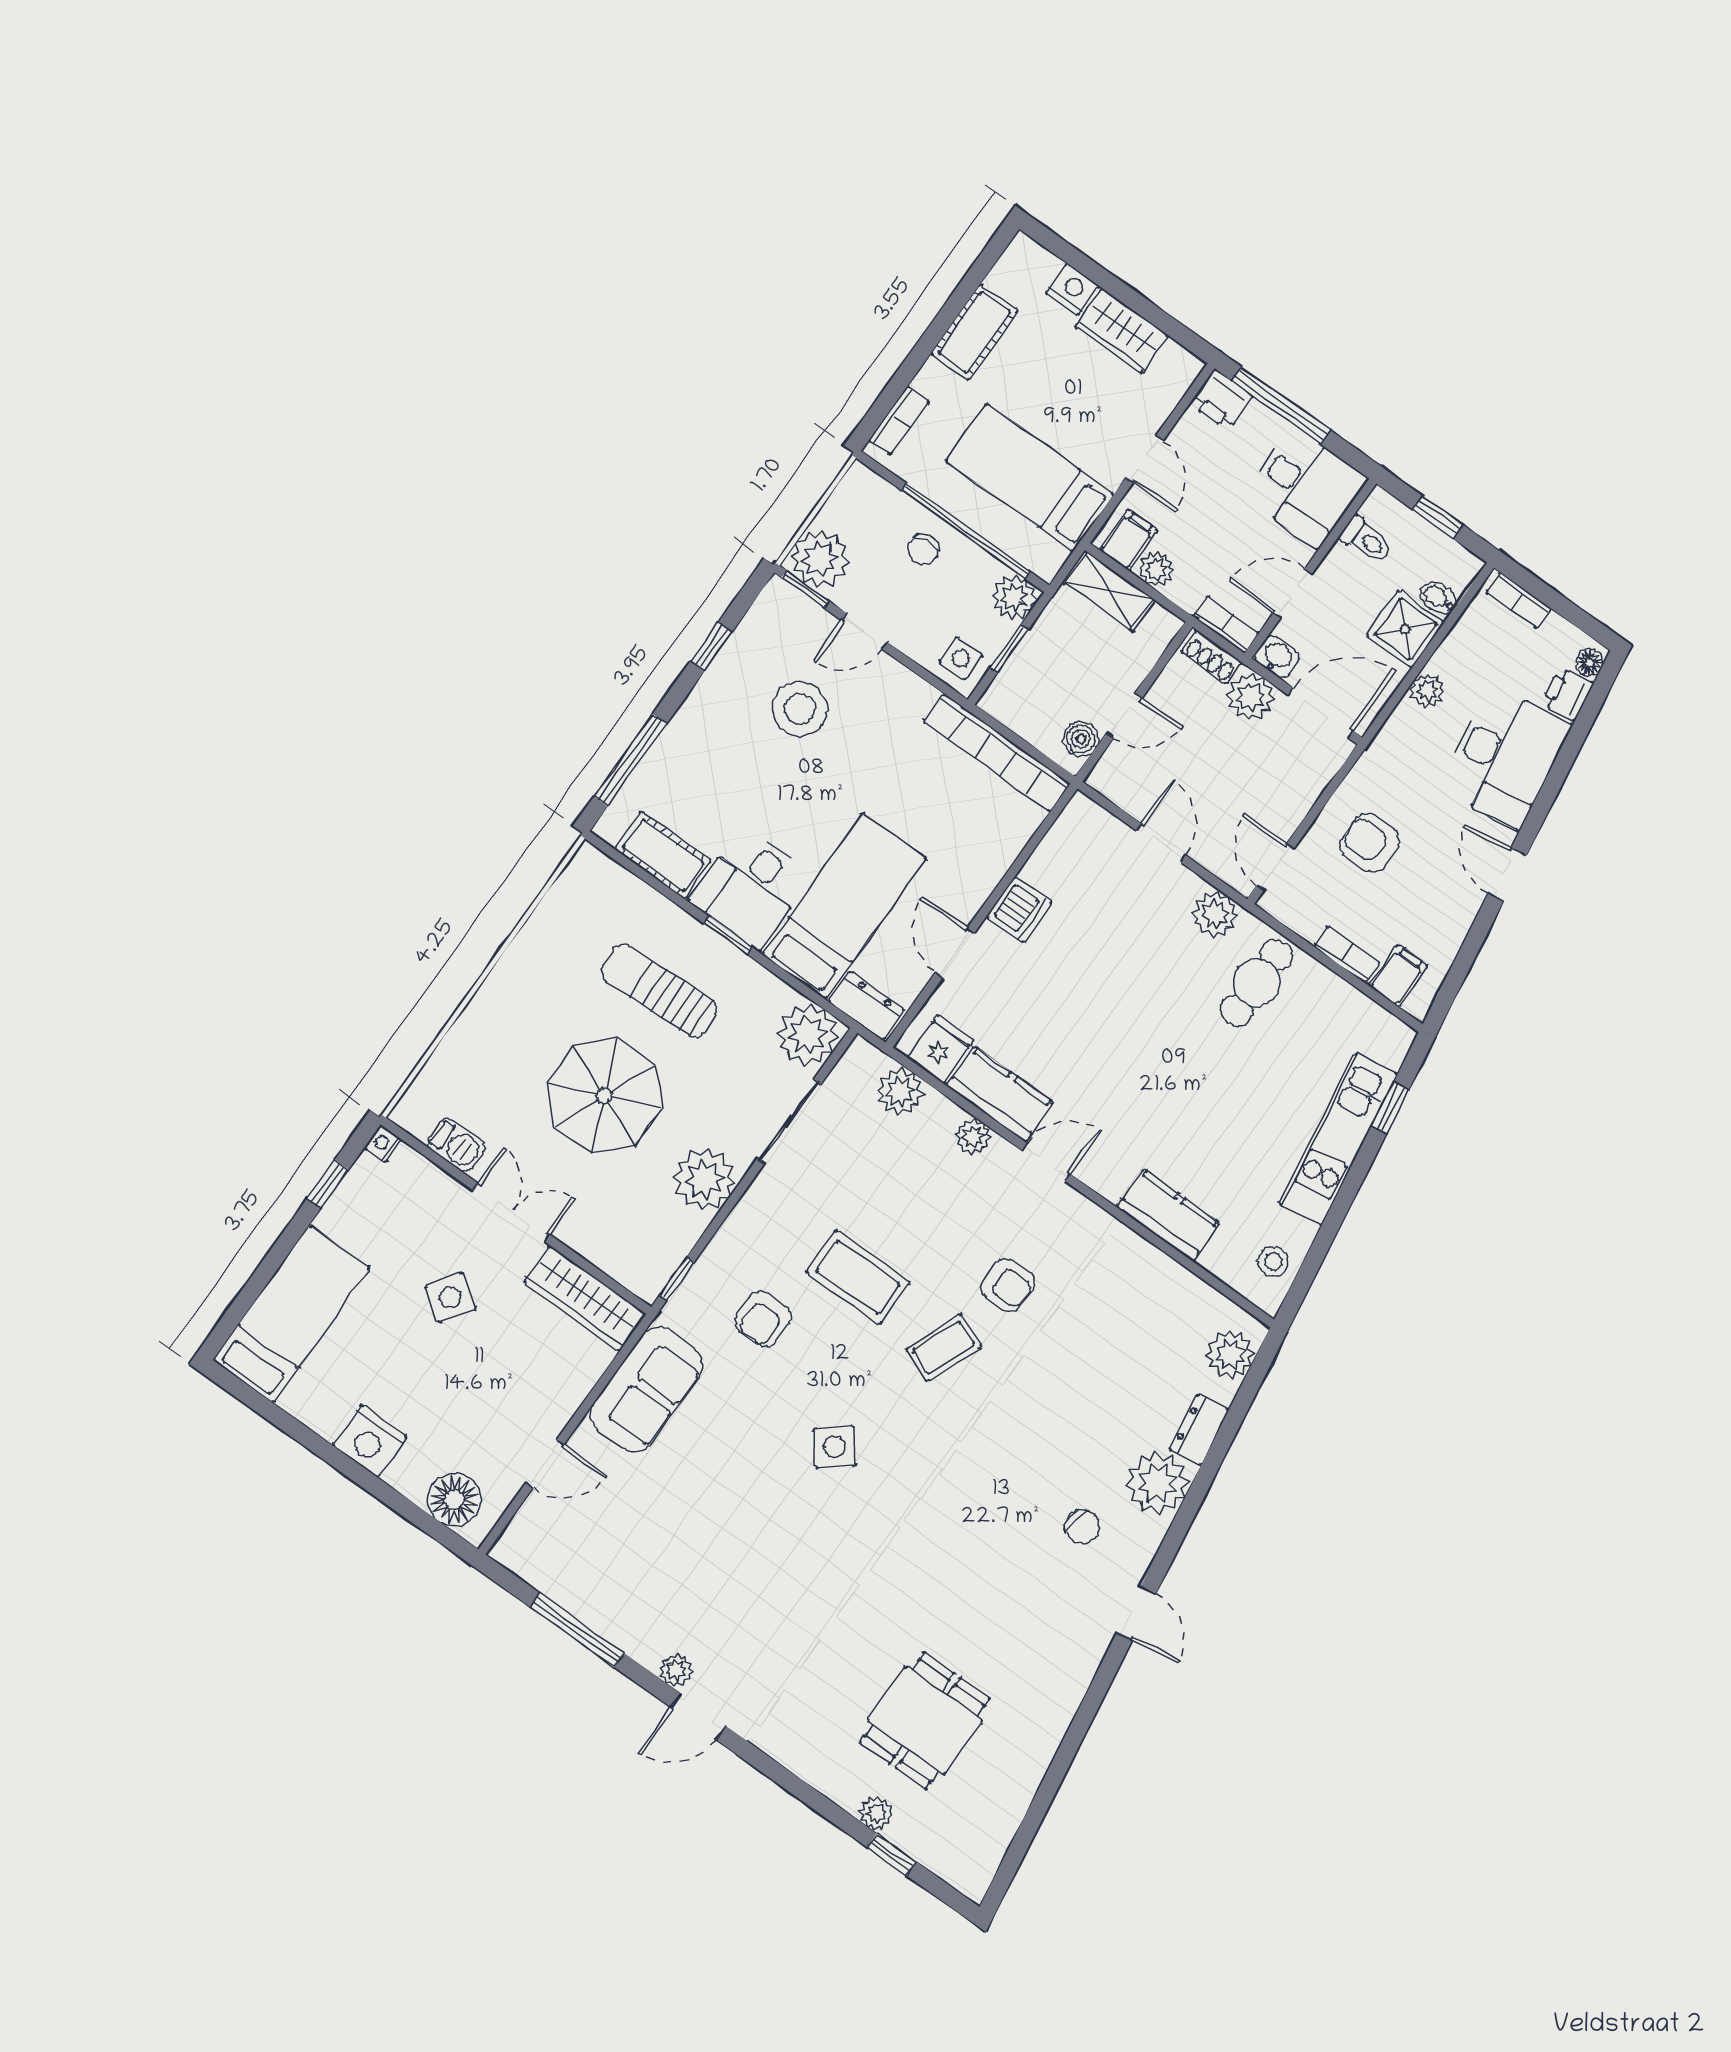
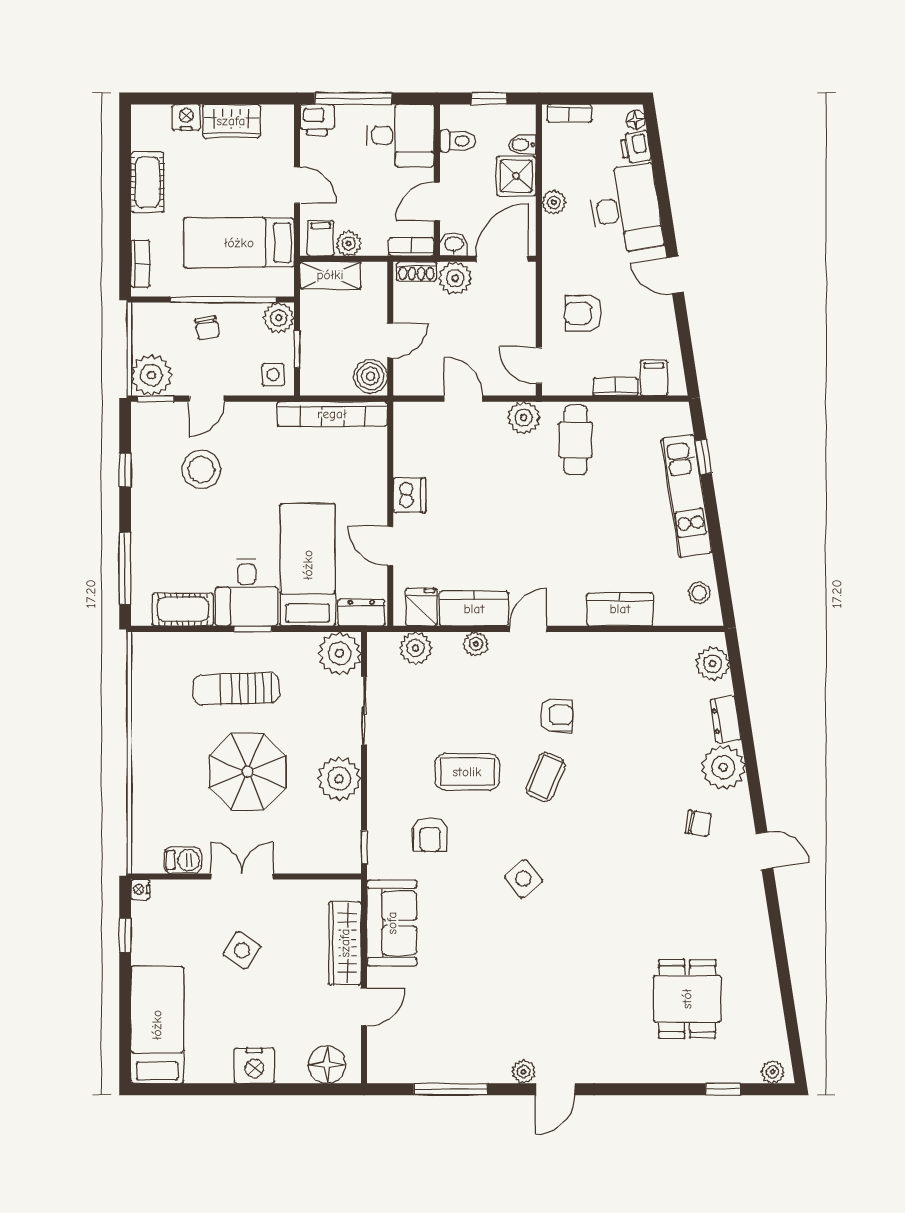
boiler: (1081, 739) -> (371, 376), width x1.36, depth x1.36
wardrobe: (585, 1298) -> (345, 943), moved, turned 90
plant: (876, 1813) -> (772, 1072), moved

